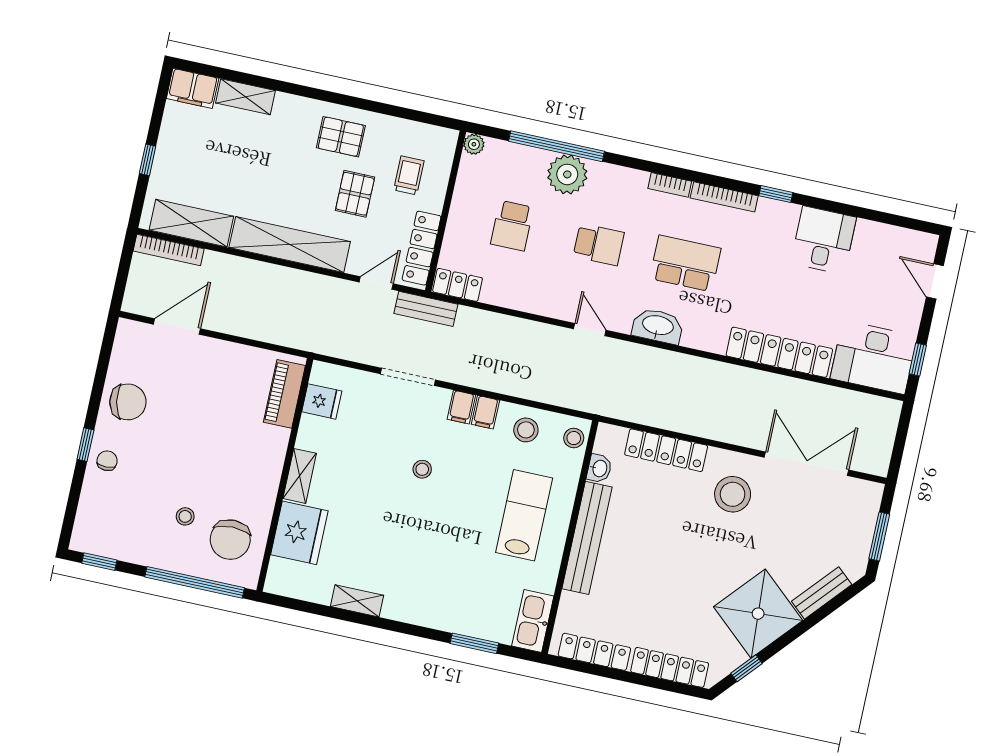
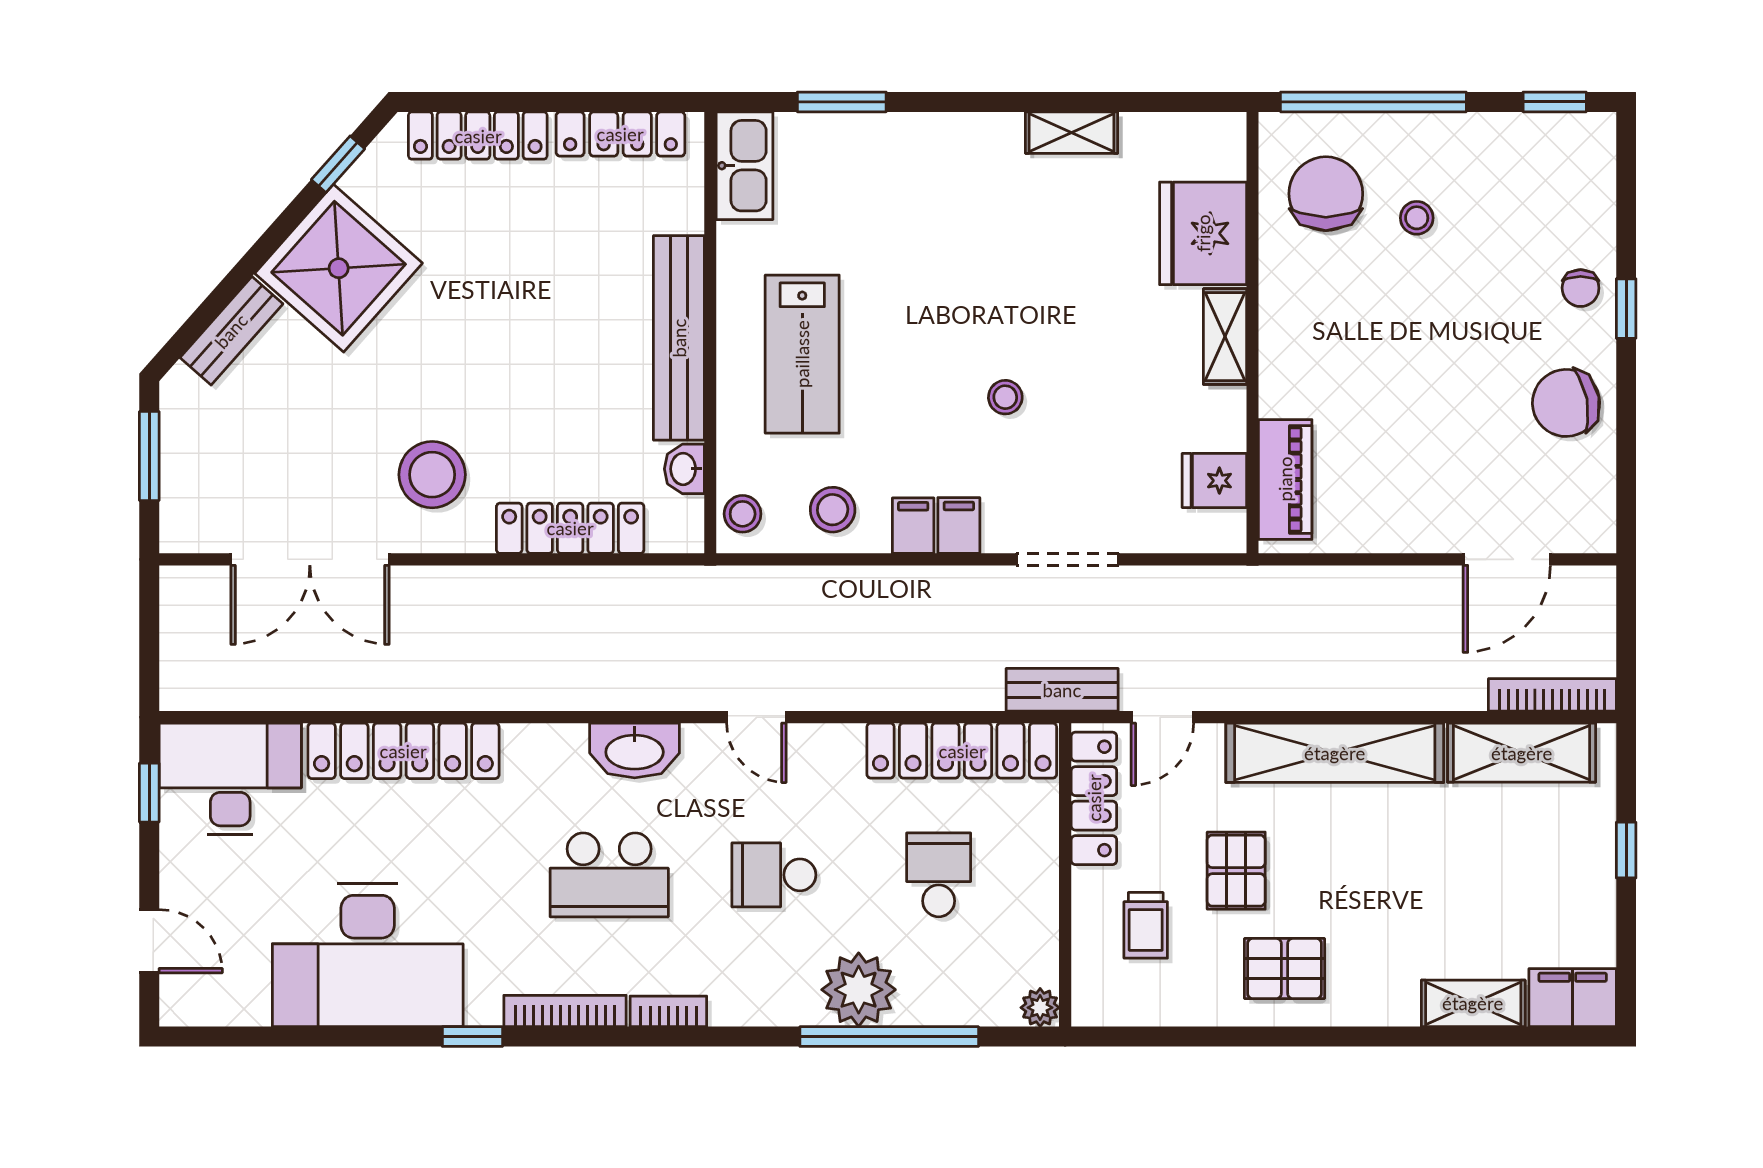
desk: (823, 240) -> (368, 955), width x1.87, depth x1.30
locker: (458, 285) -> (962, 751), width x2.16, depth x1.21

